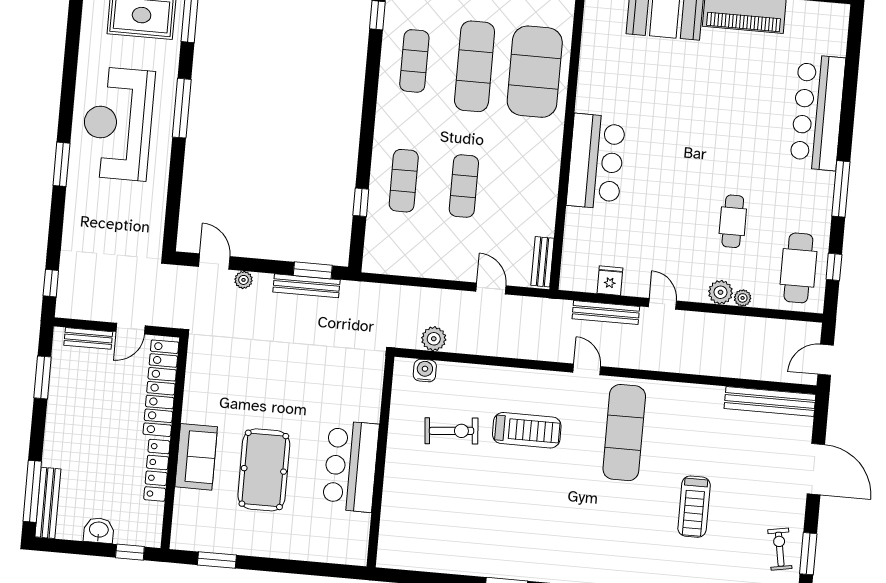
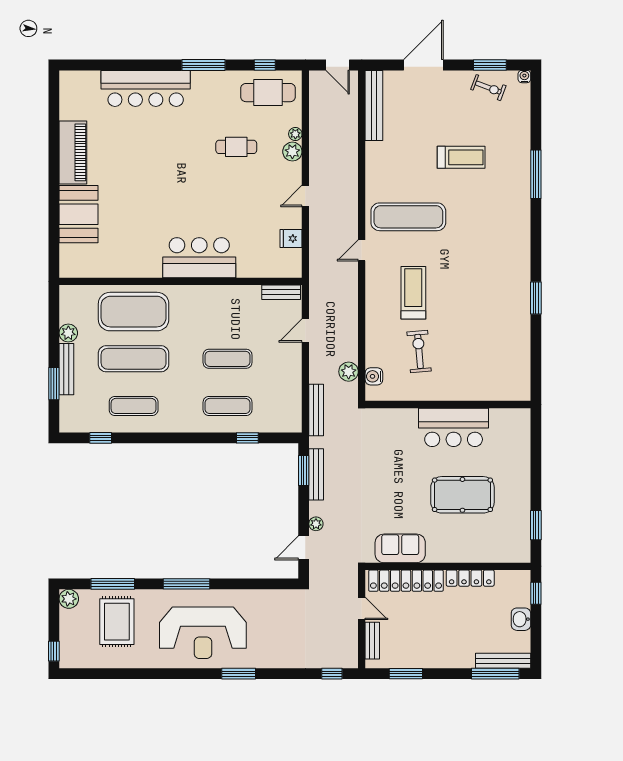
bench: (606, 313) -> (316, 410), moved
sofa: (196, 457) -> (400, 548), moved
exercise bike: (780, 549) -> (488, 88), turned -149

